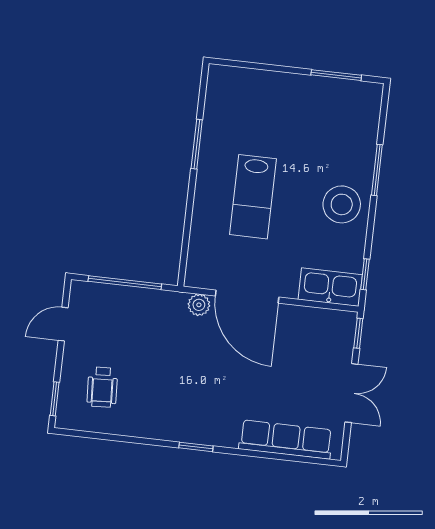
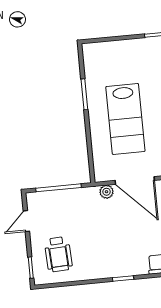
lab bench: (253, 197) -> (125, 119), width x1.36, depth x1.39
wheelchair: (102, 387) -> (58, 254), width x1.36, depth x1.37

